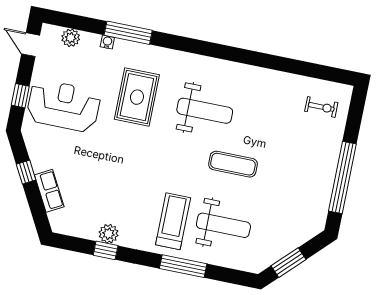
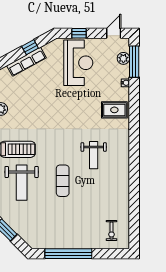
window: (128, 33) -> (134, 62), moved
rug: (137, 97) -> (114, 110), moved, width x0.73, depth x0.70
weight bench: (205, 111) -> (94, 155), width x0.73, depth x0.75
row of seats: (49, 191) -> (26, 62), width x1.48

